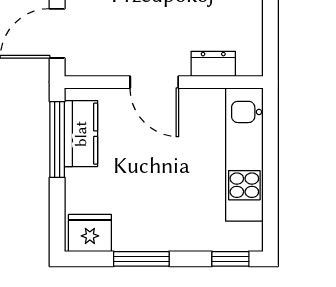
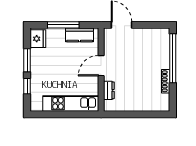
window: (57, 140) -> (63, 25), moved
window: (230, 259) -> (27, 86), moved

